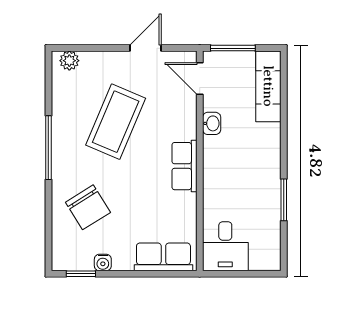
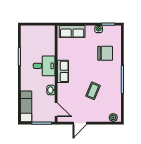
coffee table: (116, 122) -> (93, 91), width x0.54, depth x0.58
chair: (88, 207) -> (105, 53), turned 122
desk: (225, 246) -> (44, 66), moved, turned 90

